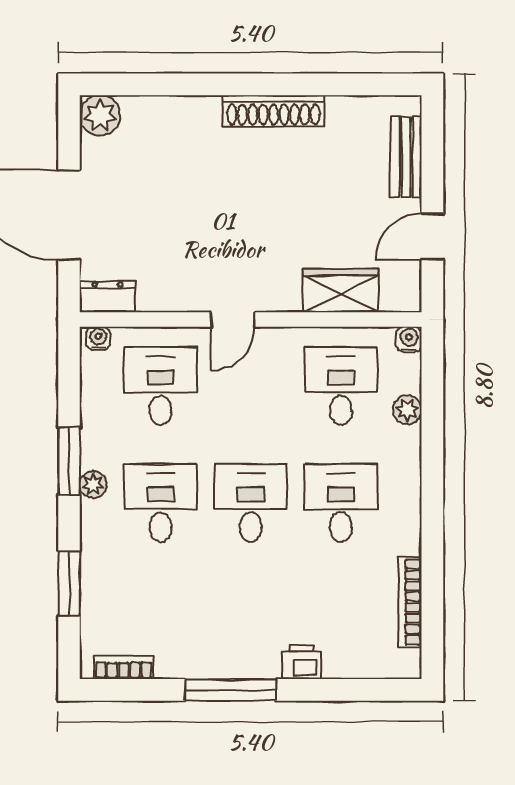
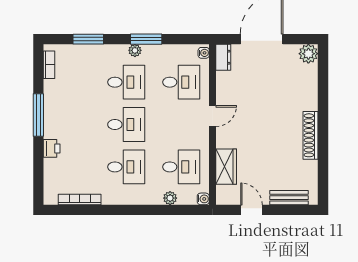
door: (233, 319) -> (213, 116), swing flipped

